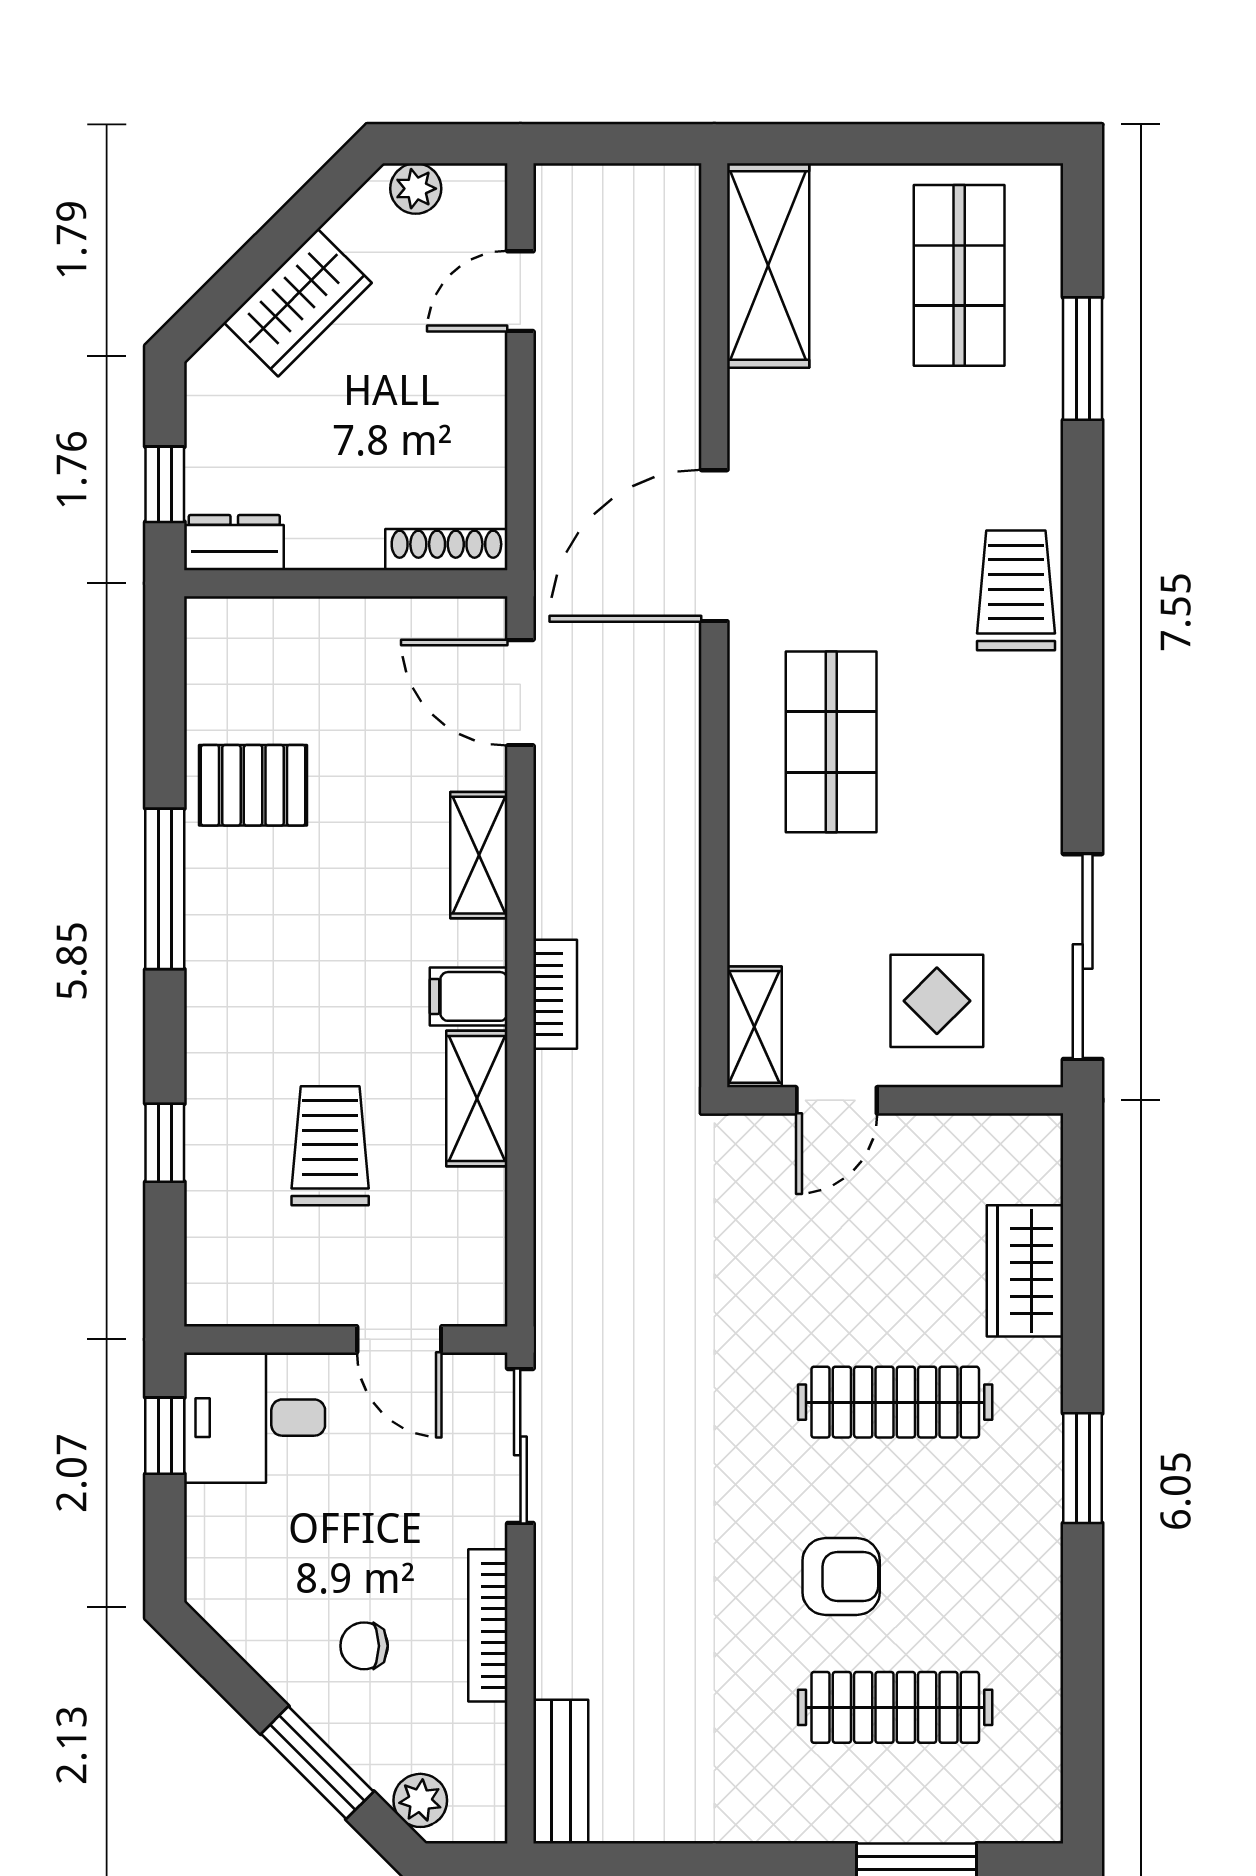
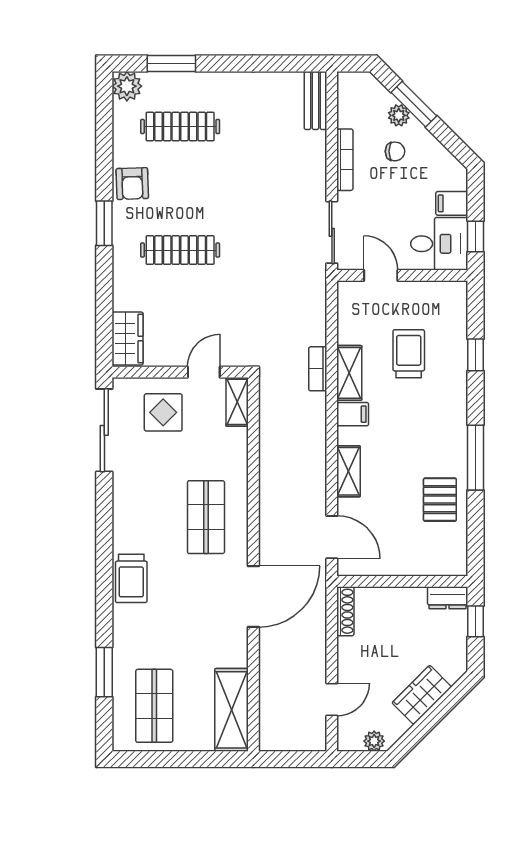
shoe rack: (446, 550) -> (345, 611), moved, turned -90
pallet: (253, 785) -> (440, 500), turned 90
bookcase: (555, 994) -> (318, 369), moved
trolley: (330, 1146) -> (409, 354), turned 180
wardrobe: (1025, 1271) -> (128, 339), moved
filing cabinet: (224, 1517) -> (452, 203), added
armchair: (841, 1577) -> (132, 184), moved, turned -92
plant: (420, 1800) -> (399, 115), moved
plant: (1027, 1807) -> (127, 86), added

